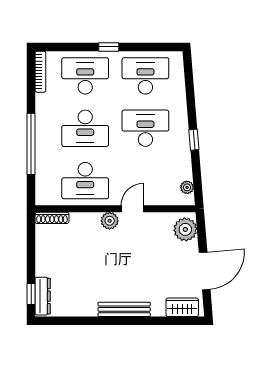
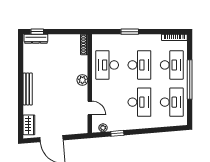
window: (109, 47) -> (190, 80), width x3.17
desk: (85, 128) -> (139, 65), turned 180
window: (194, 140) -> (117, 133), moved
window: (31, 144) -> (130, 32), width x0.47
door: (132, 209) -> (90, 108), moved
plant: (185, 229) -> (77, 127), removed

